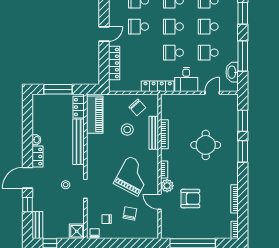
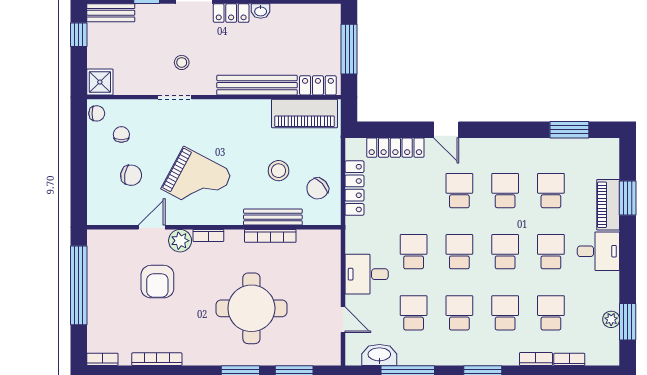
locker: (158, 86) -> (354, 188), moved
round table: (206, 145) -> (251, 308), width x1.36, depth x1.36

